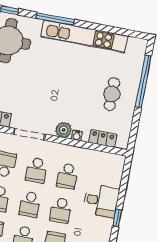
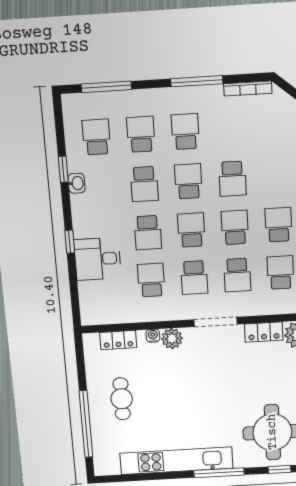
school desk: (36, 170) -> (194, 278), turned 180
school desk: (61, 210) -> (148, 233), turned 180

